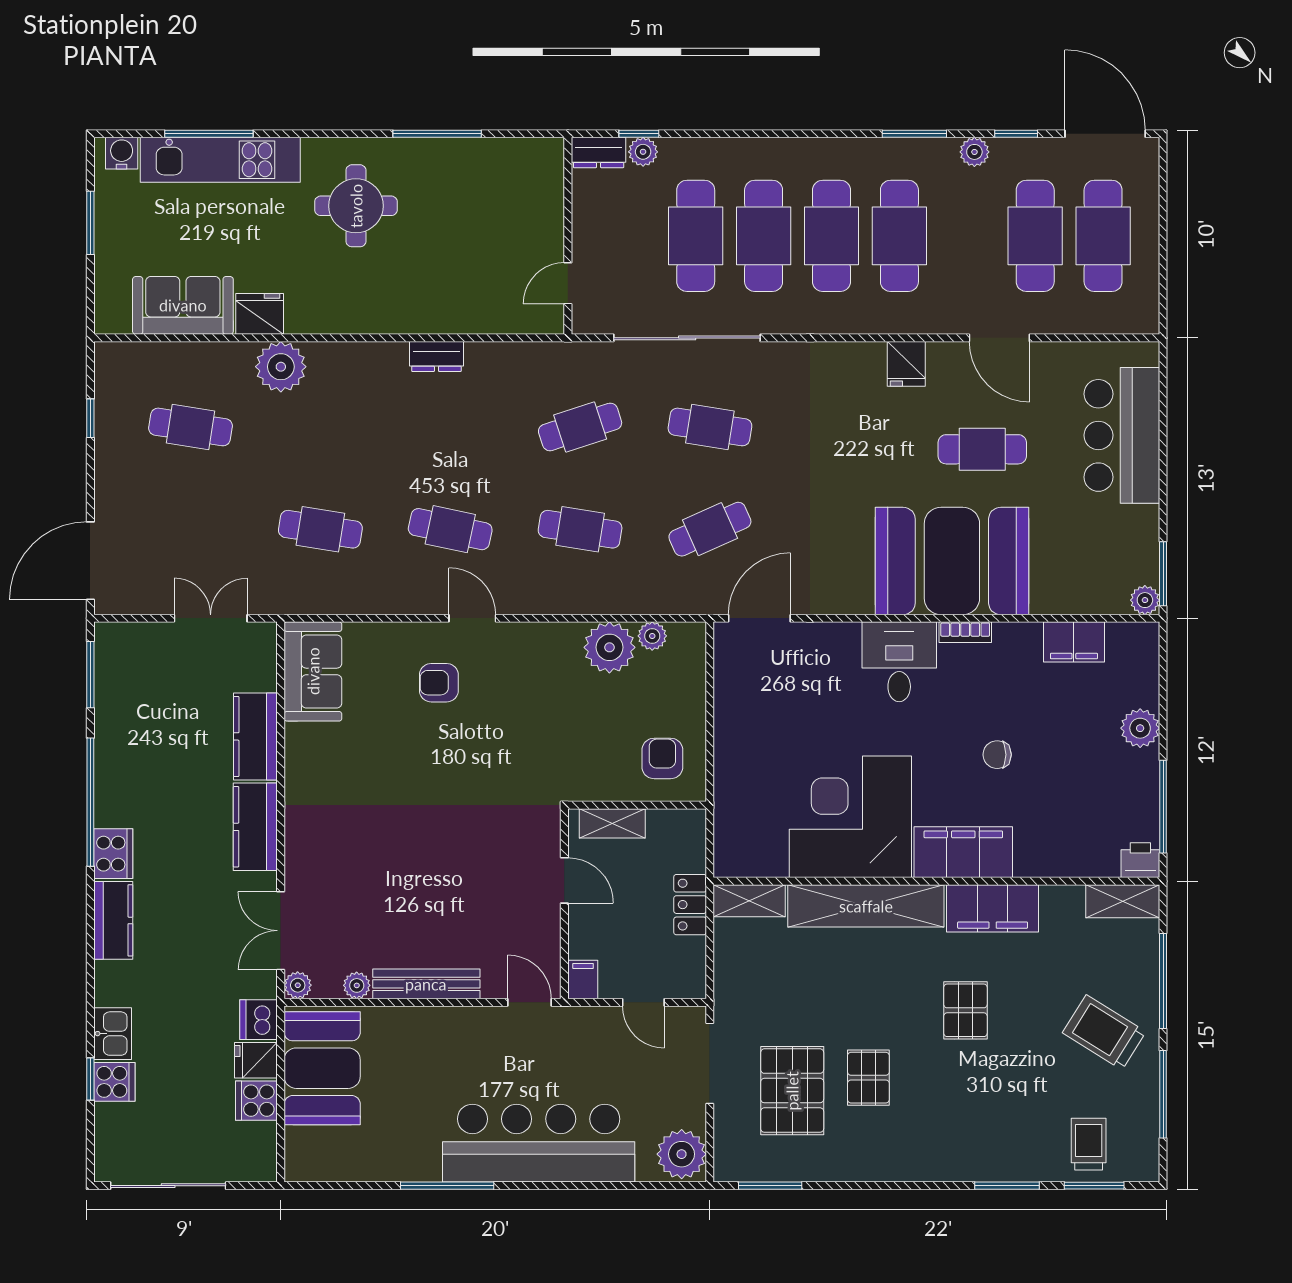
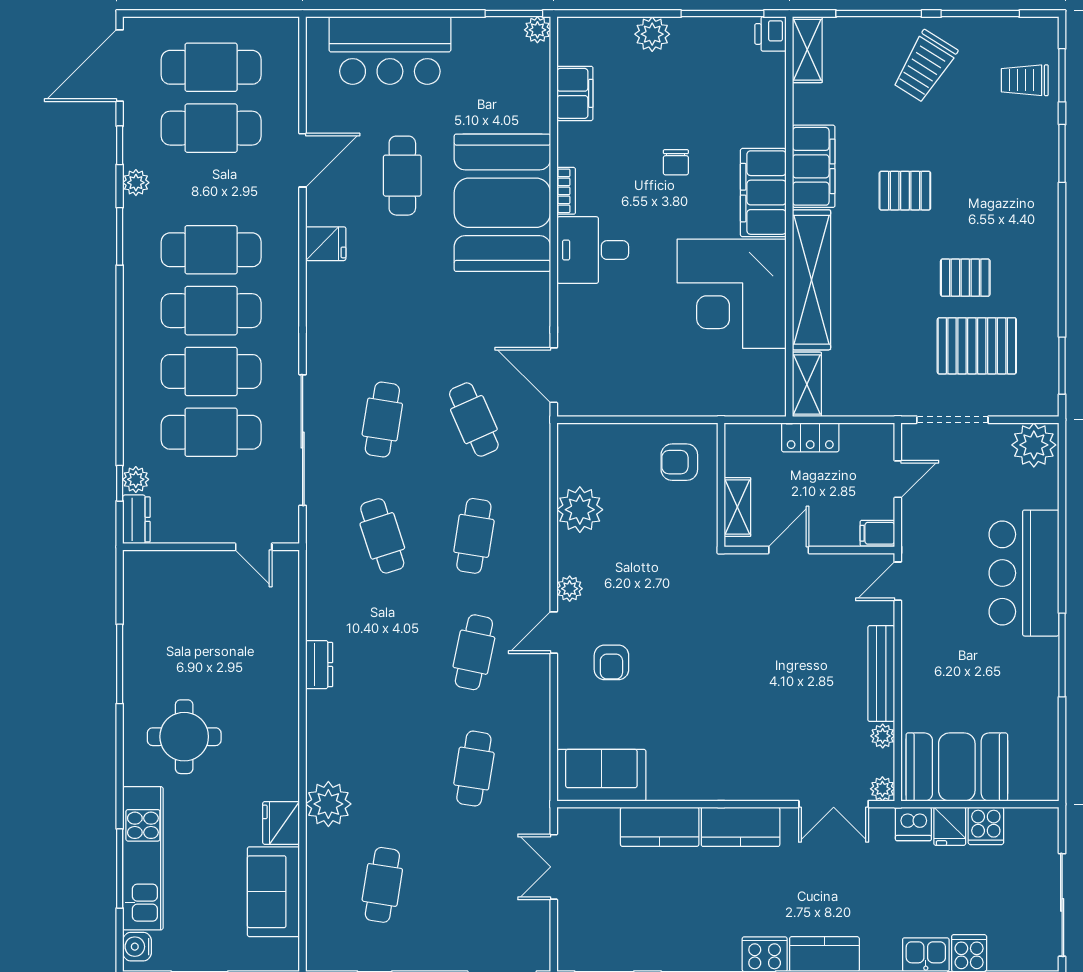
plant: (652, 636) -> (570, 589), moved
bar counter: (539, 1143) -> (1024, 573), width x0.73

